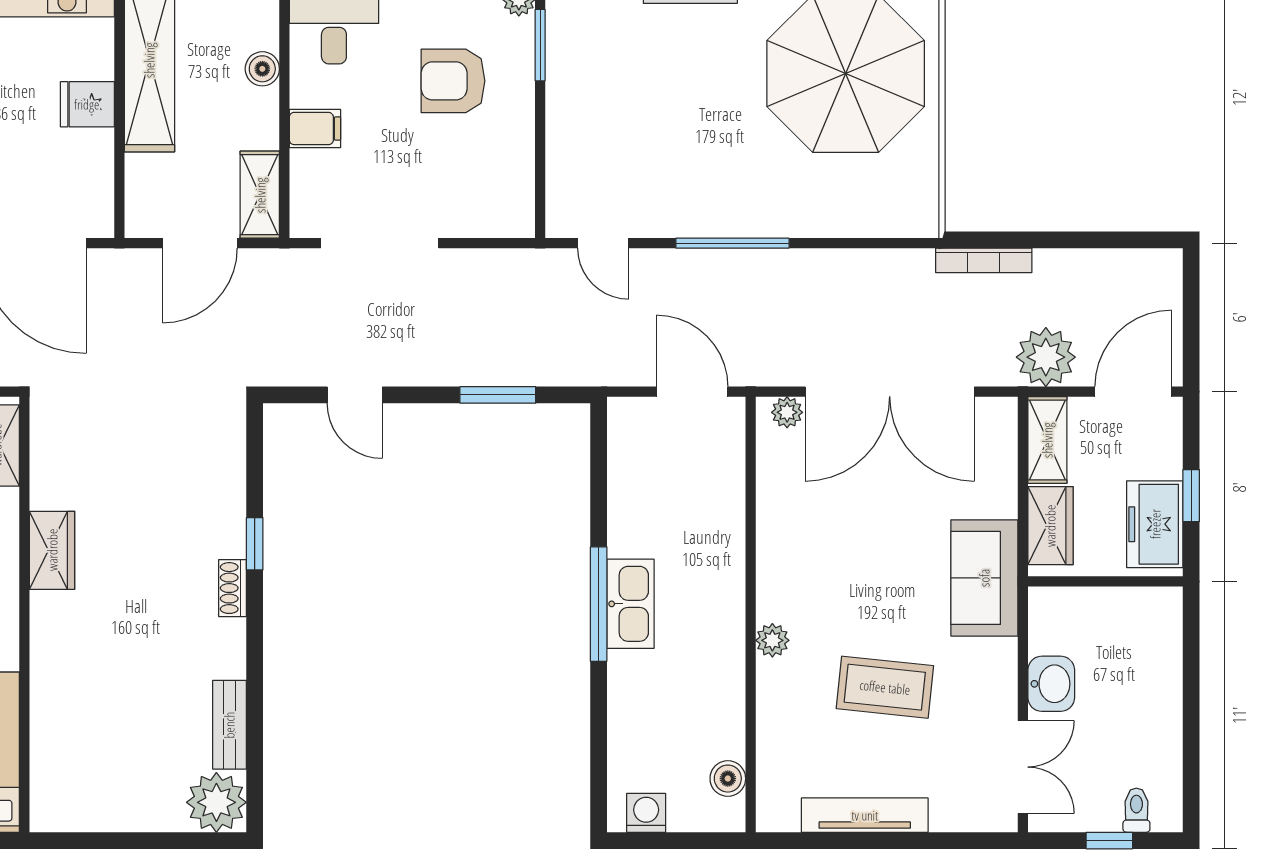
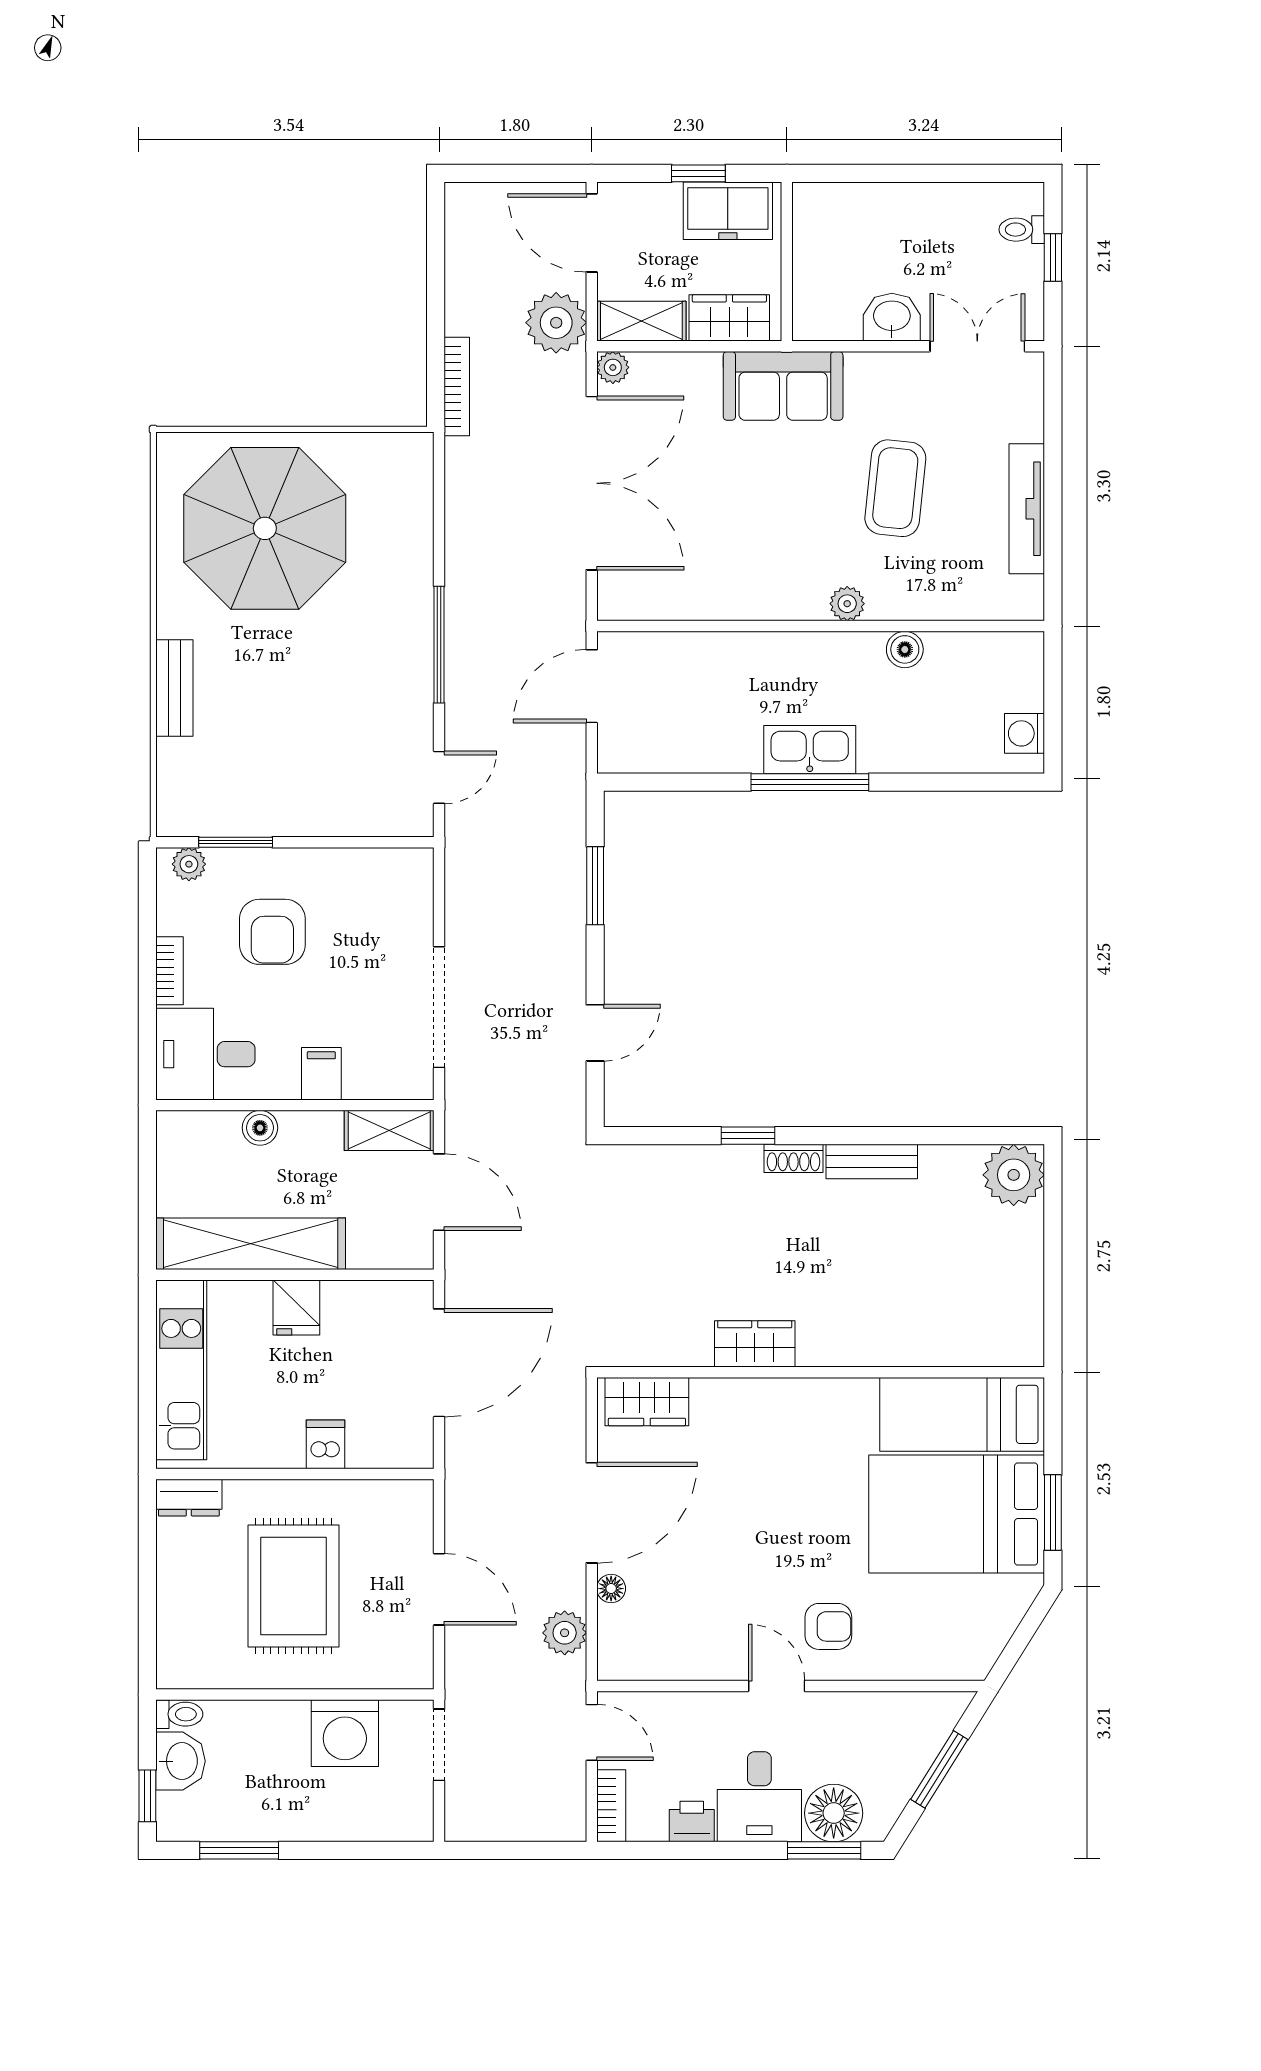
plant: (787, 412) -> (613, 367), moved
bench: (229, 725) -> (872, 1162), moved
boiler: (728, 779) -> (905, 649), moved

